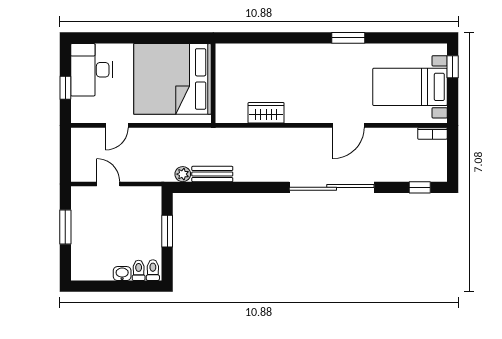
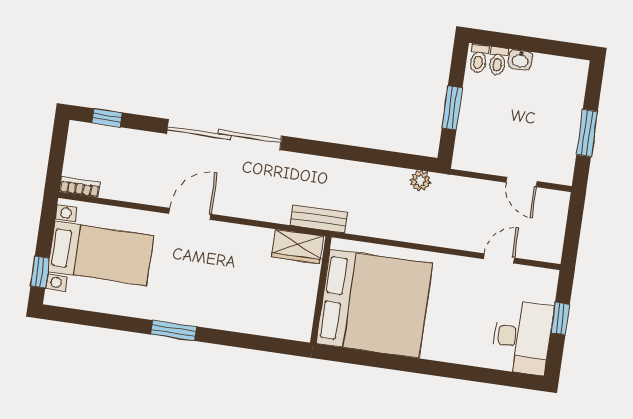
bed: (172, 79) -> (374, 304), moved
wall: (213, 83) -> (321, 290), moved
bench: (212, 174) -> (319, 219), moved

